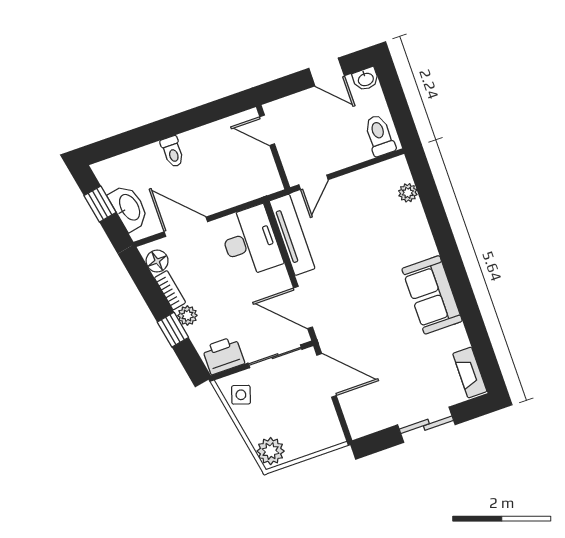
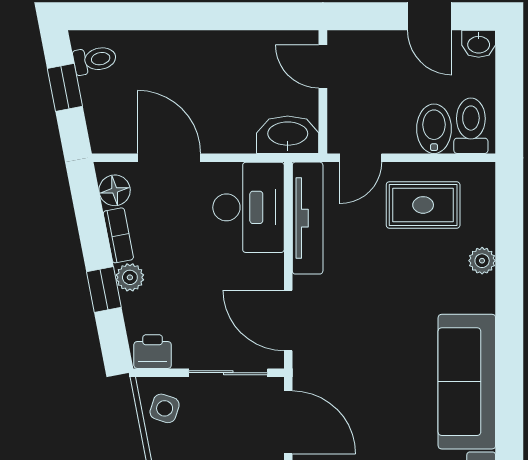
bidet: (356, 146) -> (434, 129), added
toilet: (172, 152) -> (95, 60), moved, turned -101
plant: (408, 193) -> (482, 261), moved
rug: (366, 199) -> (423, 205), added
washbasin: (129, 208) -> (288, 135), moved, turned -79
sofa: (432, 295) -> (467, 382), width x1.36
printer: (223, 355) -> (153, 352), width x0.73, depth x0.81

